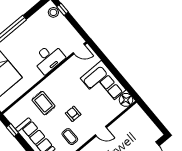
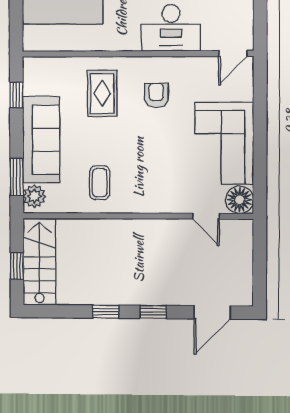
door: (79, 49) -> (233, 53), hinge flipped
armchair: (73, 114) -> (156, 95), moved
door: (101, 131) -> (206, 216), moved

